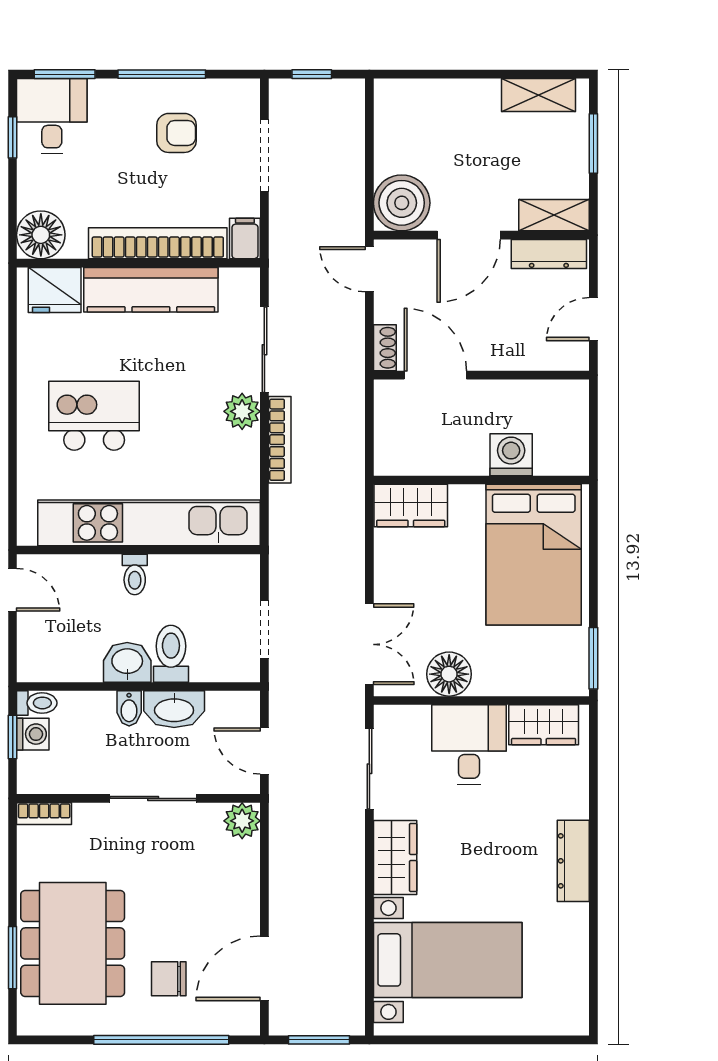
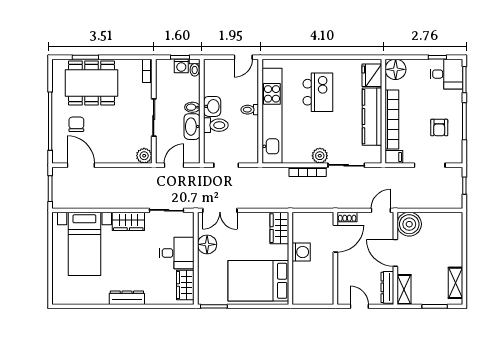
washing machine: (511, 455) -> (301, 252), moved

